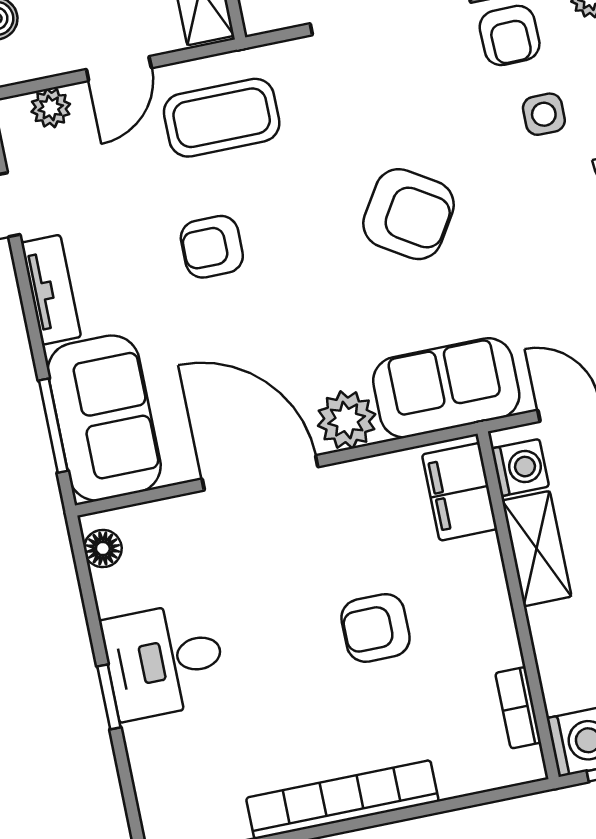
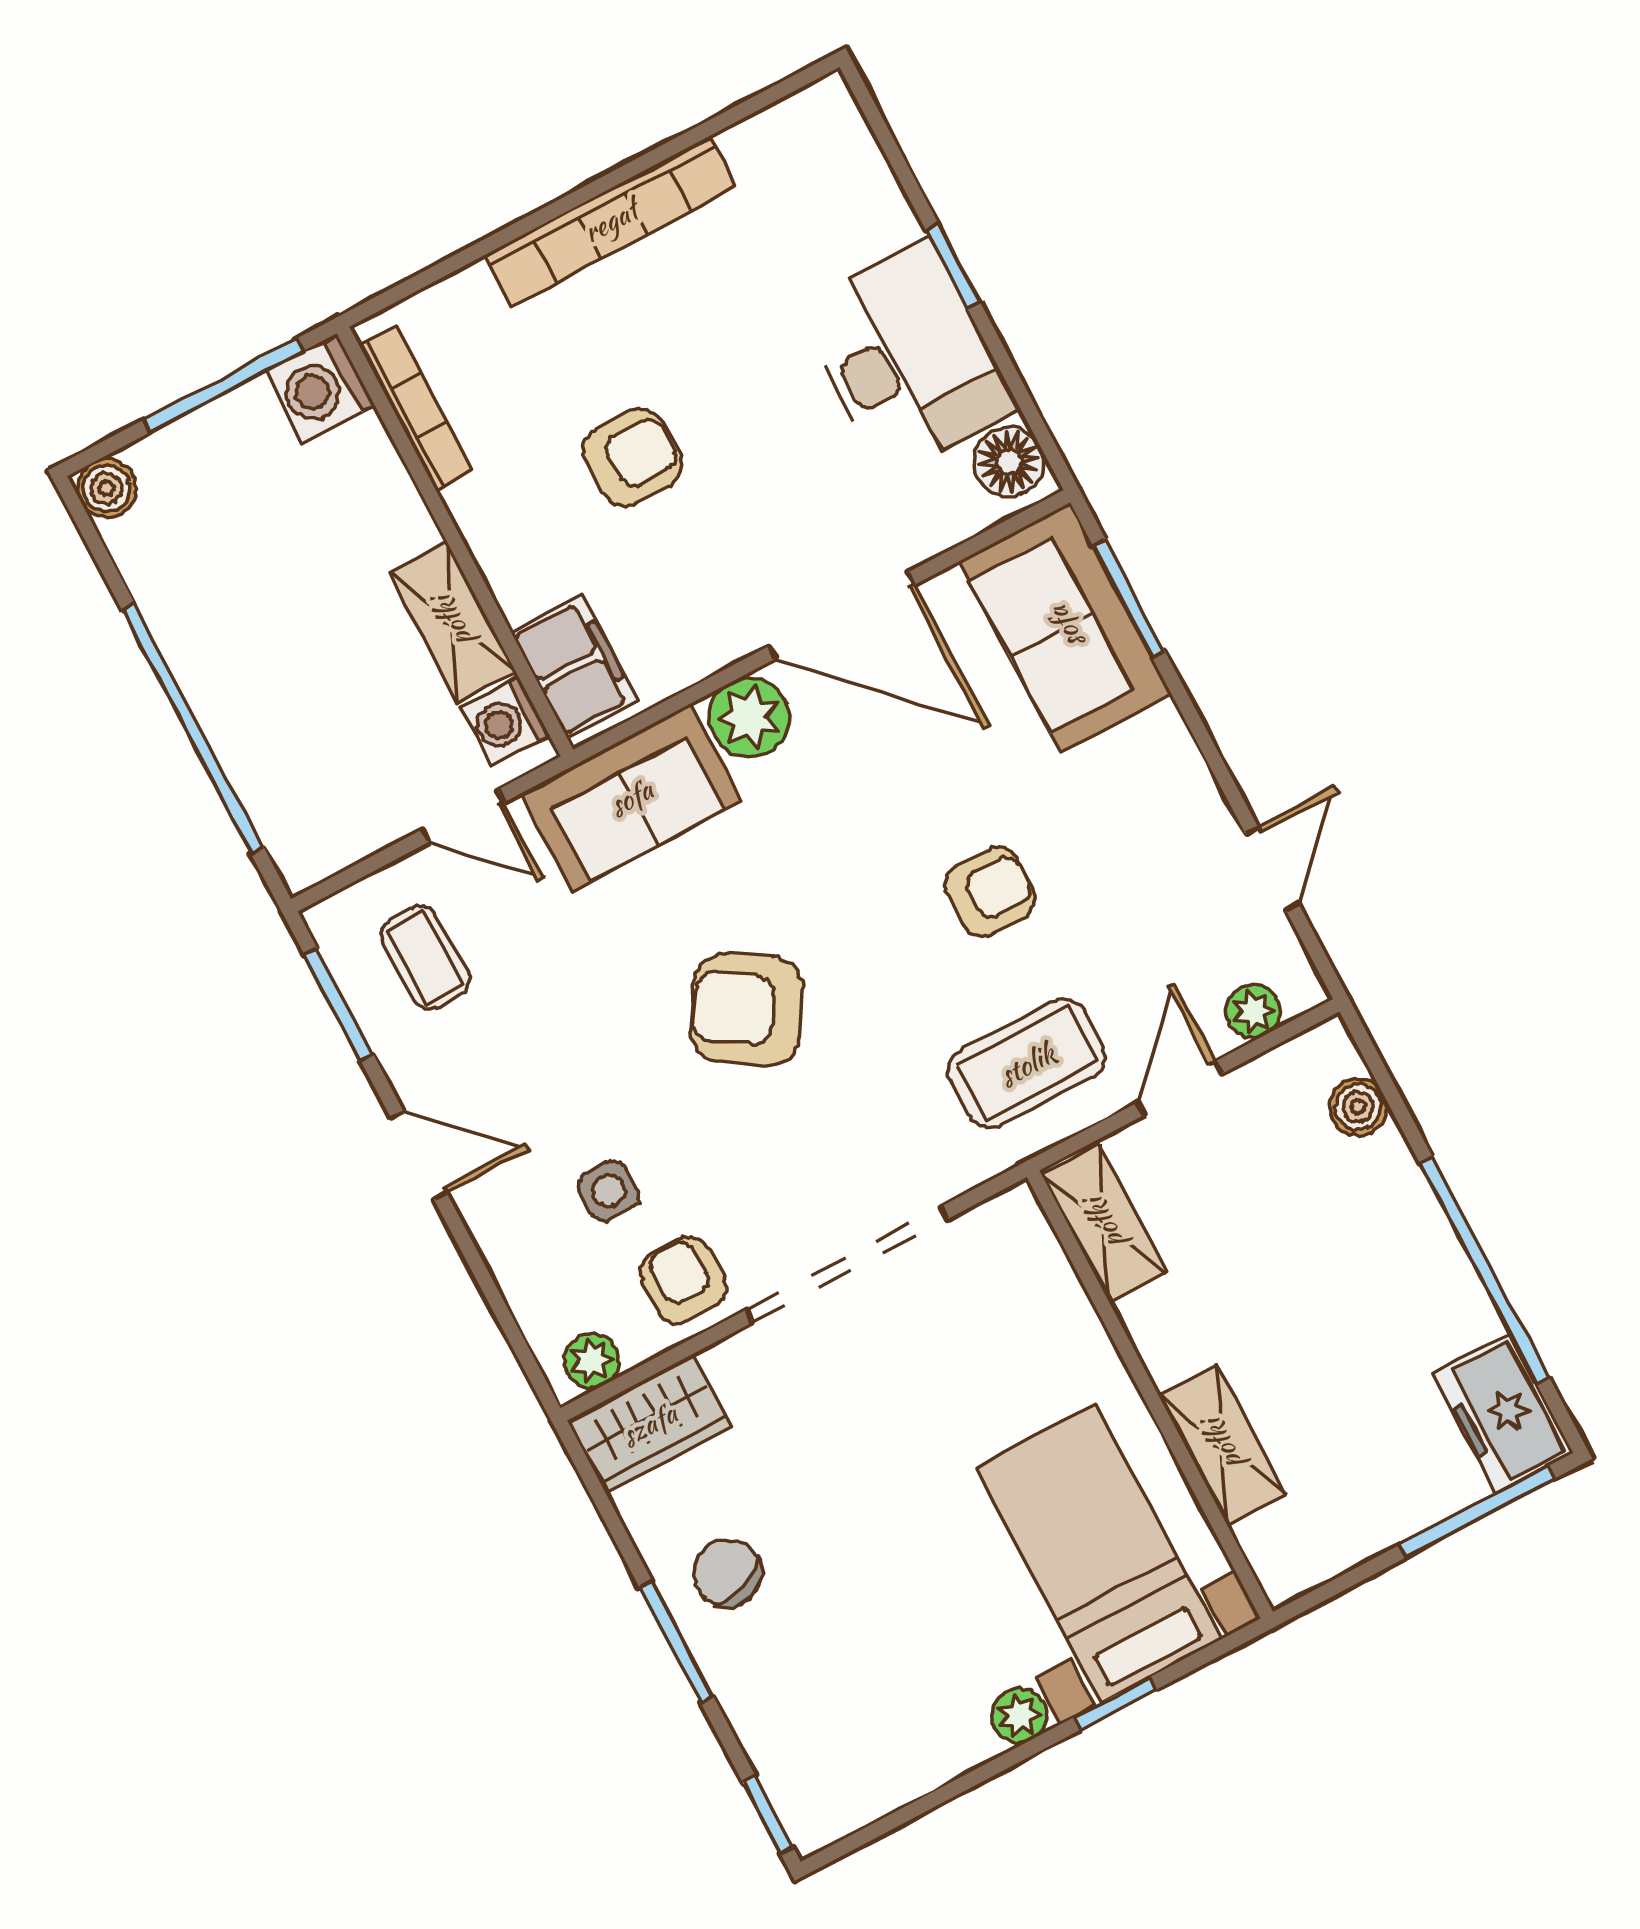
tv unit: (51, 290) -> (1184, 775), removed
floor lamp: (103, 549) -> (1009, 462), width x1.37, depth x1.37
desk: (164, 661) -> (907, 358), width x1.37
bookcase: (518, 708) -> (416, 408), width x1.56

